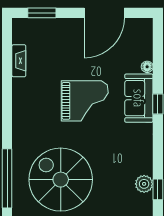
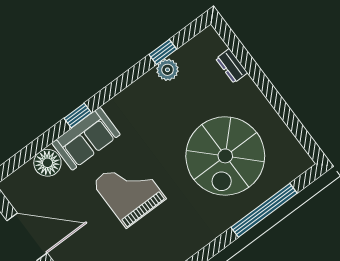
floor lamp: (147, 67) -> (47, 163), width x1.89, depth x1.89

